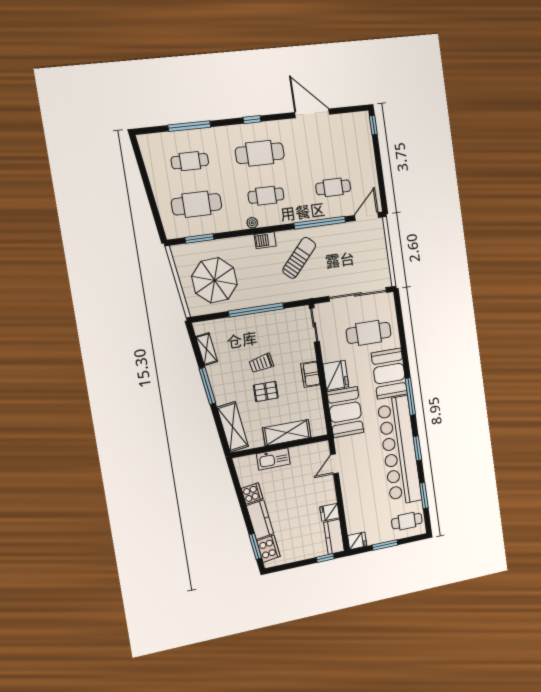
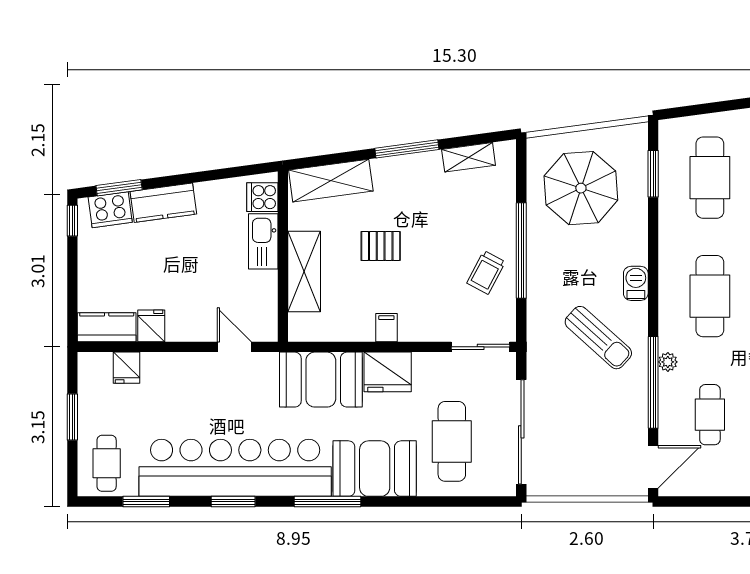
cafe table: (266, 196) -> (710, 296), width x1.37, depth x1.35
door: (367, 216) -> (653, 467), hinge flipped
plant: (252, 223) -> (668, 362), moved
trolley: (261, 363) -> (486, 272), moved, turned -141
filing cabinet: (310, 374) -> (386, 328), width x0.50
pallet: (266, 392) -> (381, 246), turned 90
cooker: (252, 494) -> (262, 197), moved, turned 98
fridge: (357, 541) -> (127, 368), moved
window: (325, 558) -> (72, 221), moved

